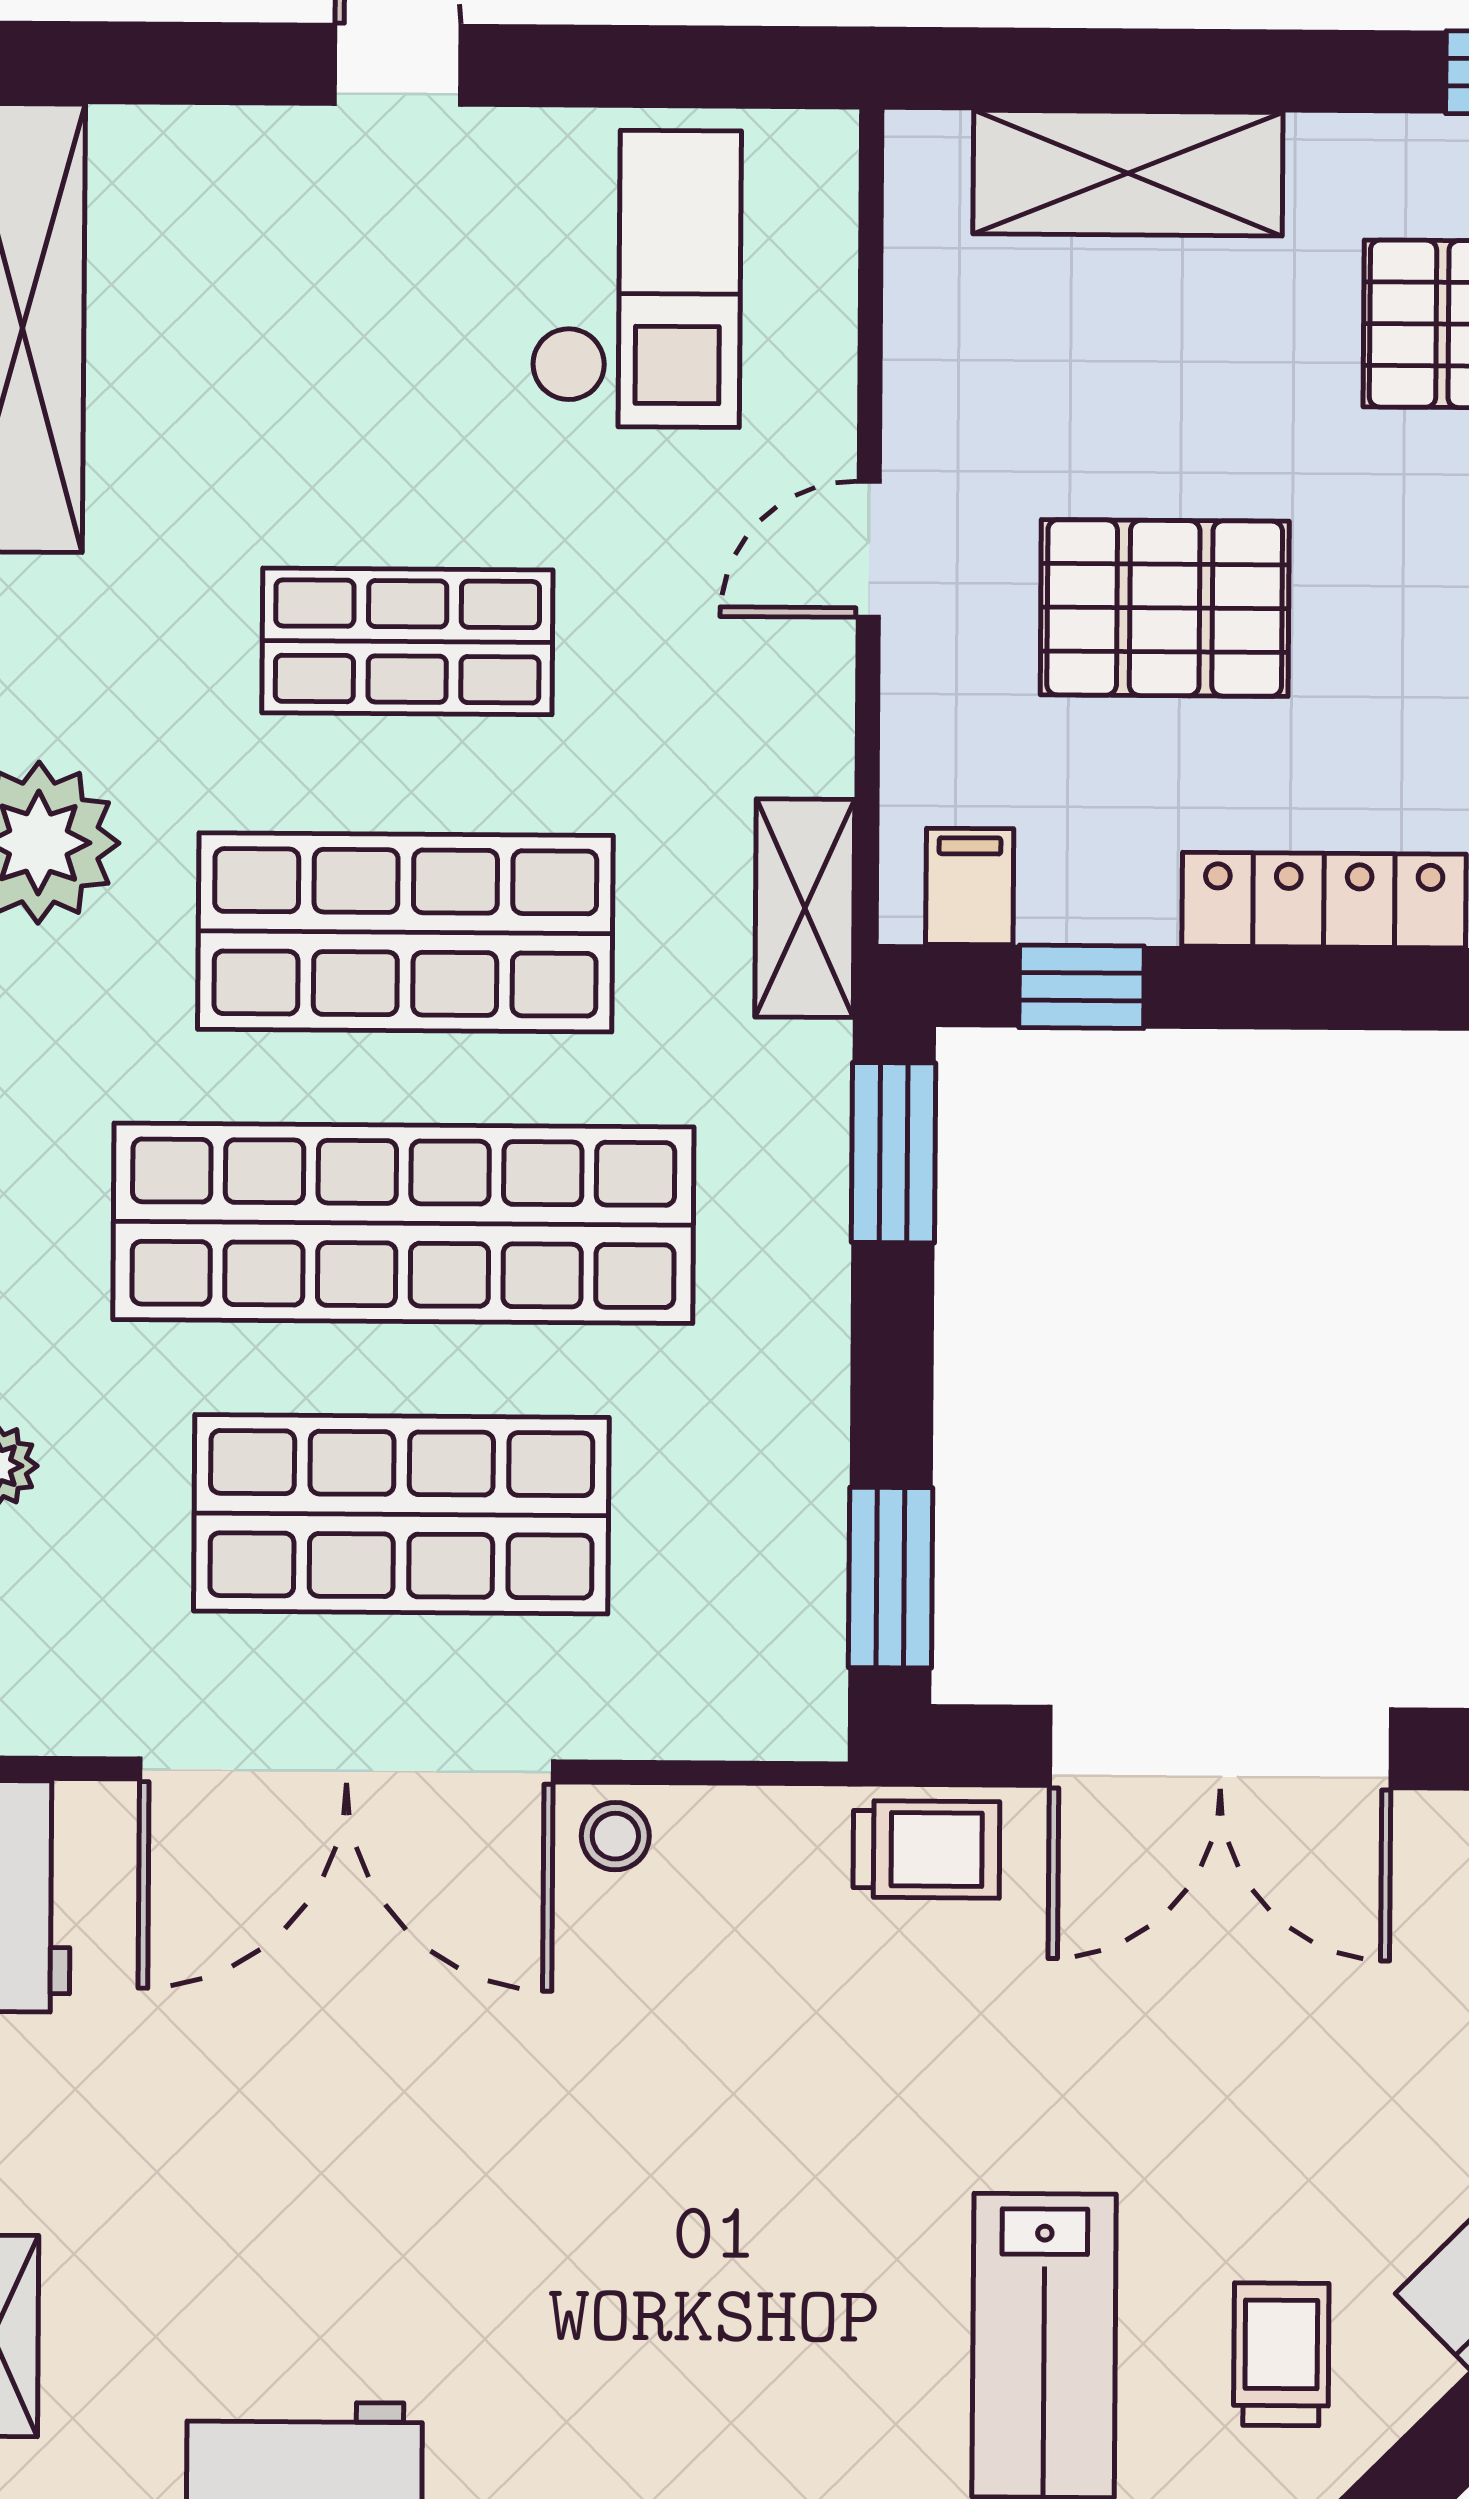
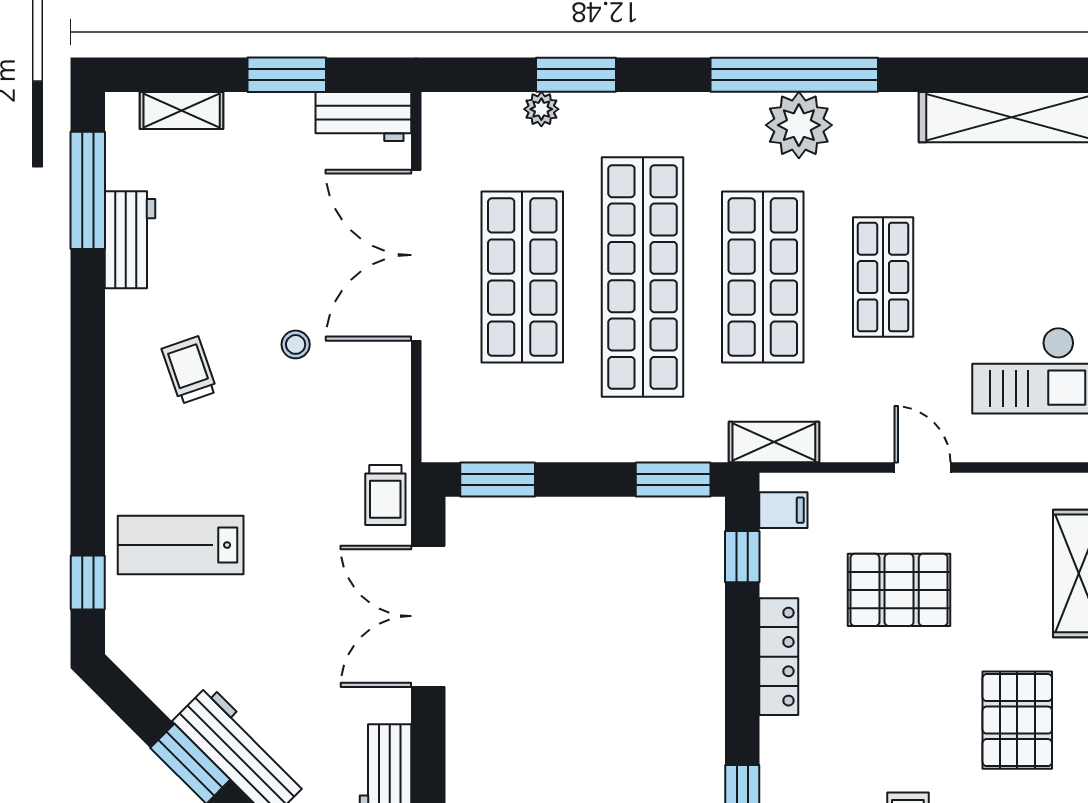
pallet: (1165, 608) -> (899, 590), turned 90
stool: (615, 1836) -> (296, 344), moved
trolley: (1281, 2354) -> (189, 370), moved, turned -109

